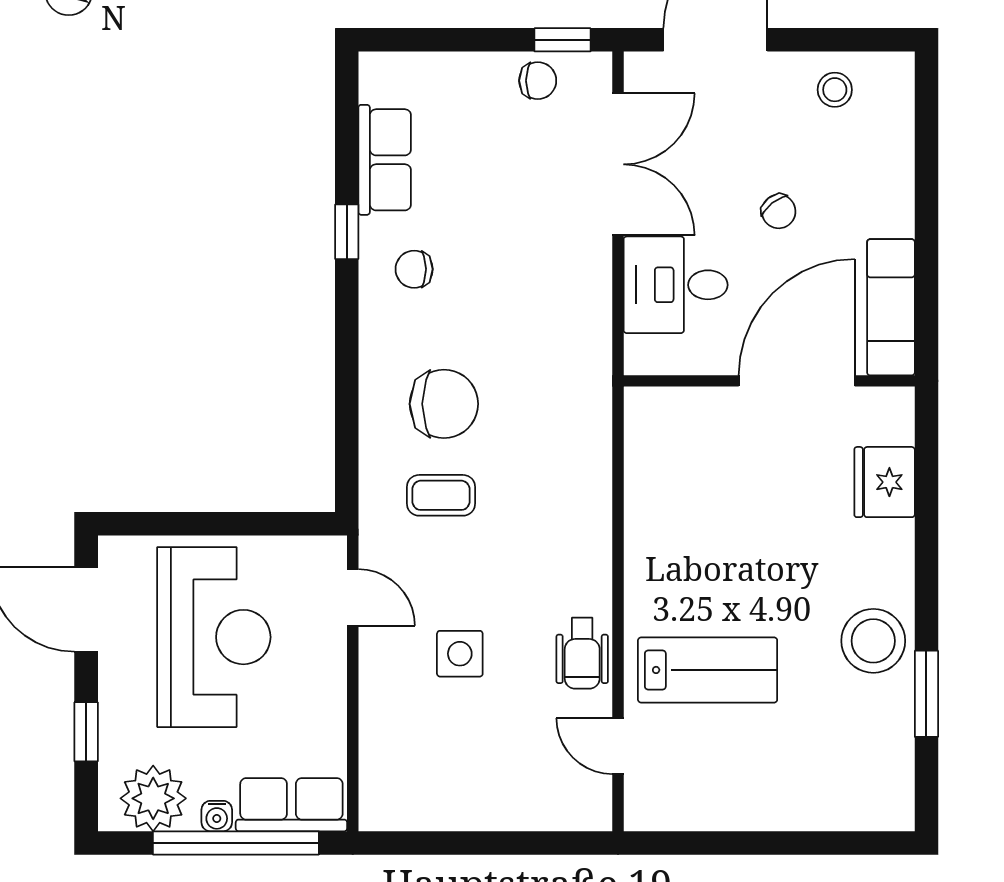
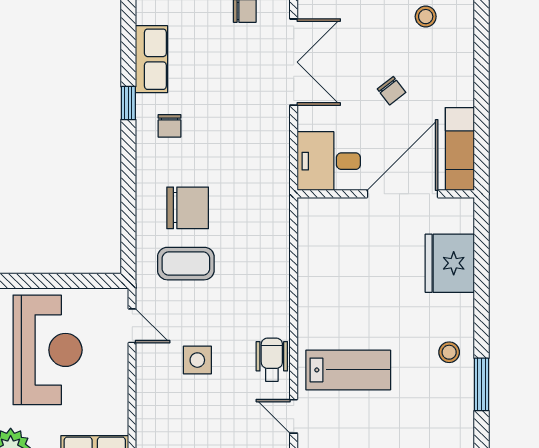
chair: (414, 269) -> (169, 126), turned -90
desk: (676, 285) -> (329, 161), moved
fridge: (885, 482) -> (450, 263), width x1.36, depth x1.34
coffee table: (441, 495) -> (186, 264), width x1.36, depth x1.30
stool: (873, 641) -> (449, 352), width x0.53, depth x0.53
wheelchair: (582, 653) -> (272, 360), turned 180

